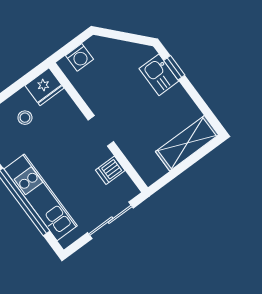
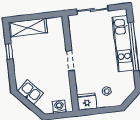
window: (174, 68) -> (9, 51), moved
kitchen sink: (159, 75) -> (30, 92), moved, turned -43
dishwasher: (110, 170) -> (77, 37), removed

